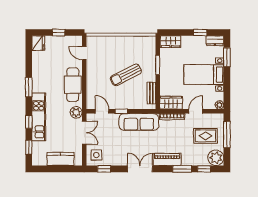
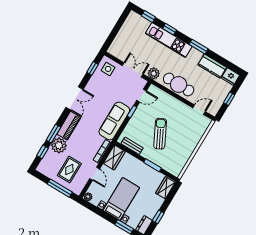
double door: (84, 133) -> (133, 70), swing flipped
plant: (216, 158) -> (59, 145), moved
kitchen counter: (60, 159) -> (212, 66), moved, turned 90

